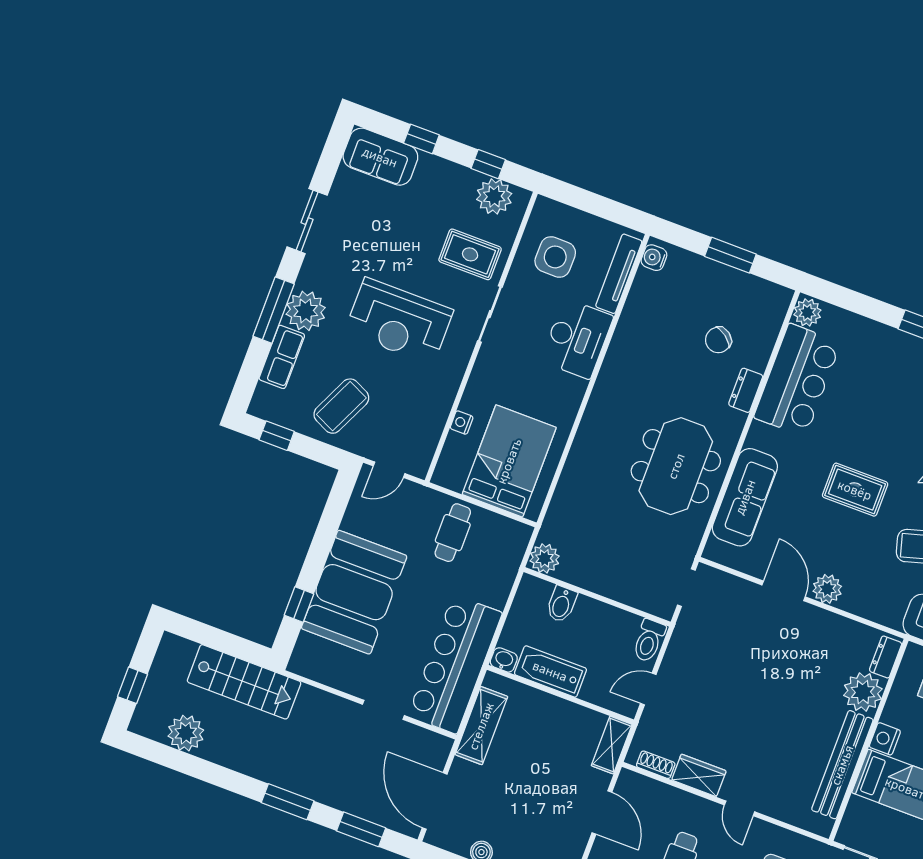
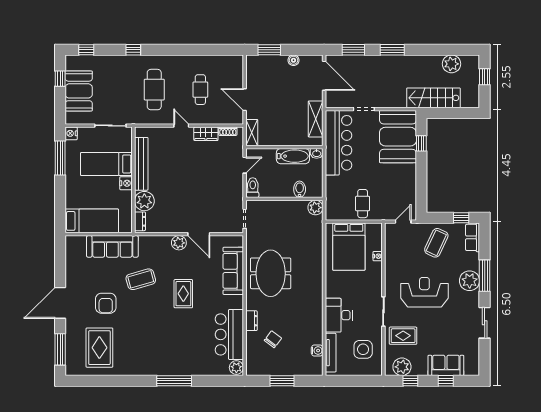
sofa: (380, 157) -> (446, 365), moved
water cooler: (654, 258) -> (317, 351), moved
row of seats: (282, 357) -> (473, 237), moved
rug: (855, 490) -> (183, 294), turned 90
booth: (354, 592) -> (398, 137), moved

